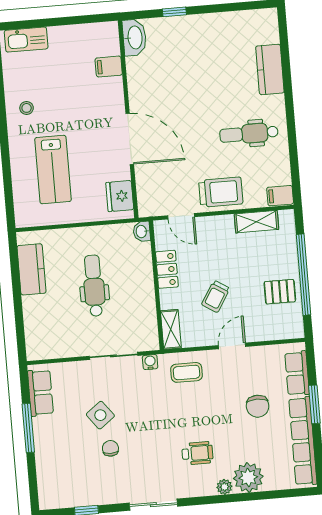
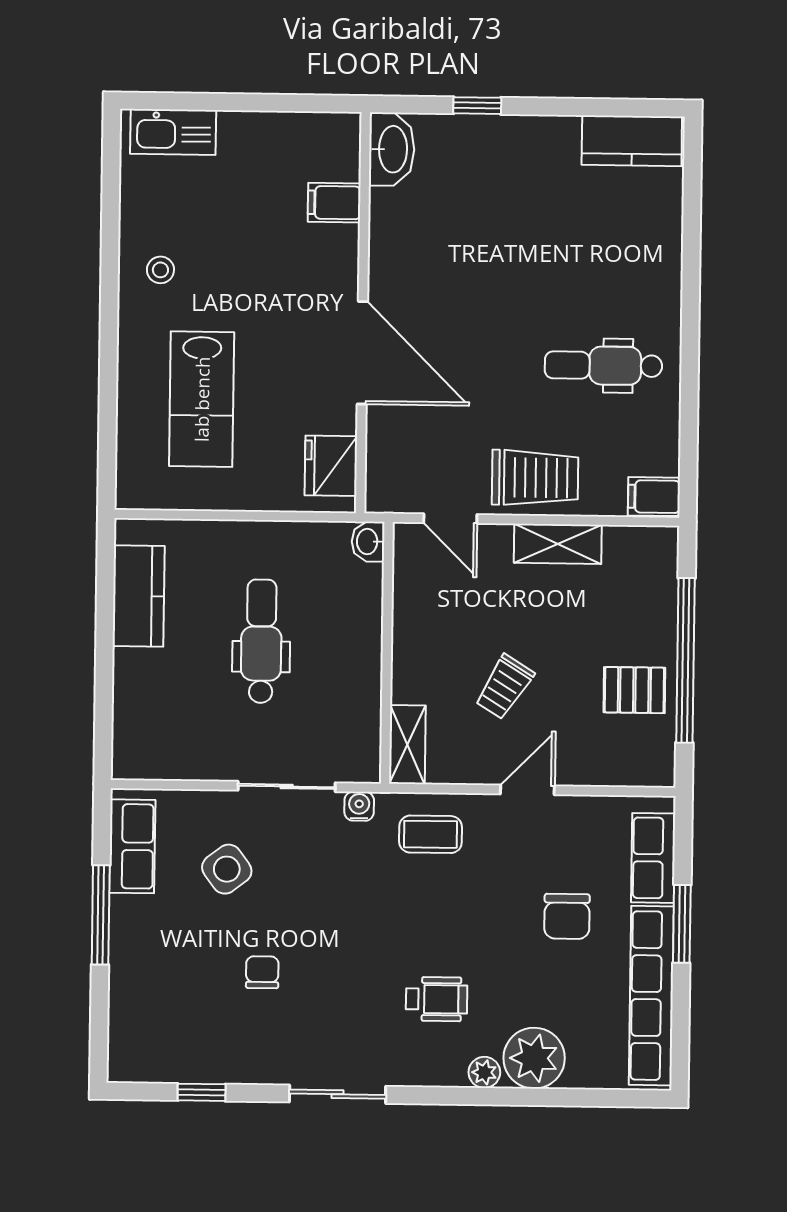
kitchen counter: (270, 69) -> (632, 141), moved, turned -90
shelving: (256, 222) -> (558, 544), moved
locker: (167, 269) -> (411, 623), removed
side table: (100, 415) -> (227, 869), moved

